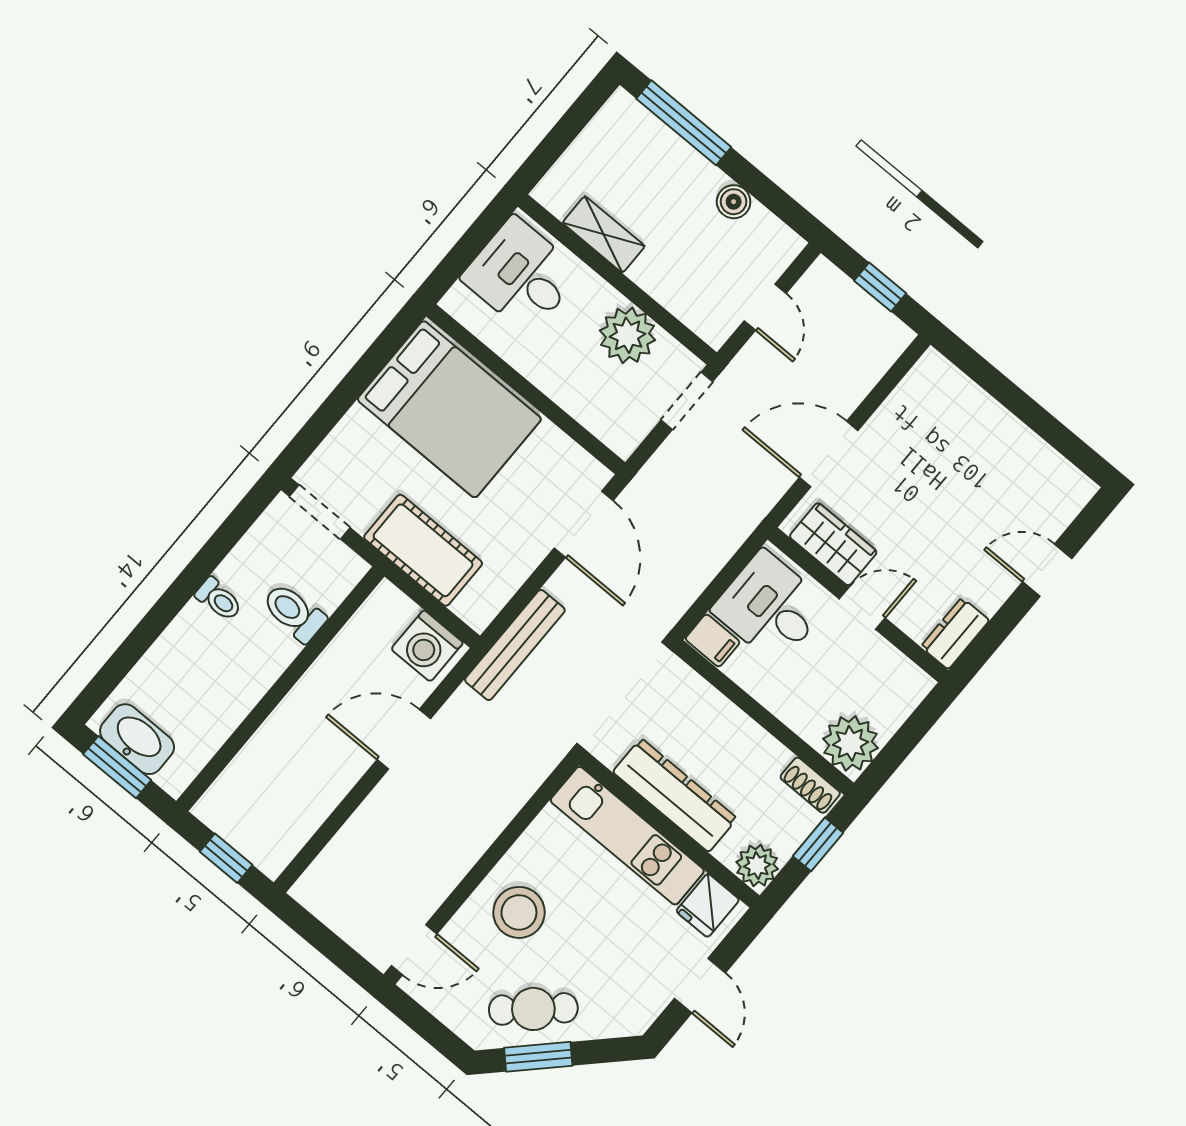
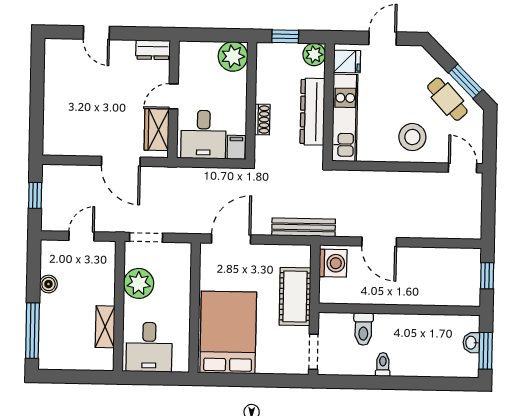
door: (862, 608) -> (173, 96), hinge flipped
washbasin: (137, 739) -> (471, 343), width x0.52, depth x0.69
shoe rack: (810, 785) -> (262, 120), moved

